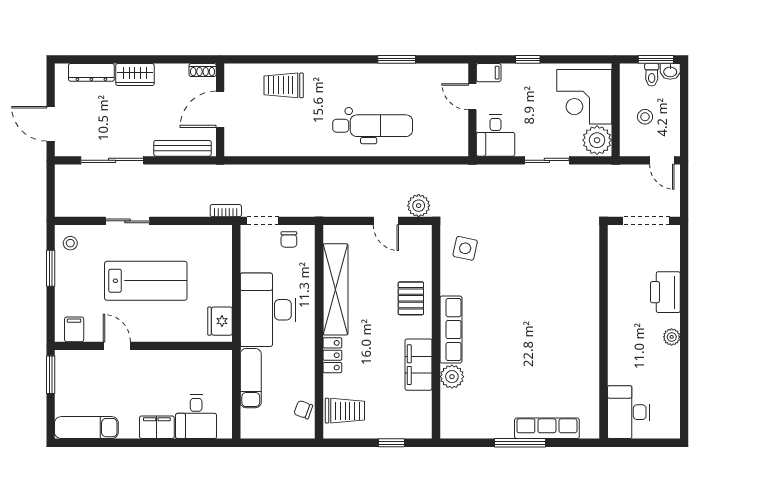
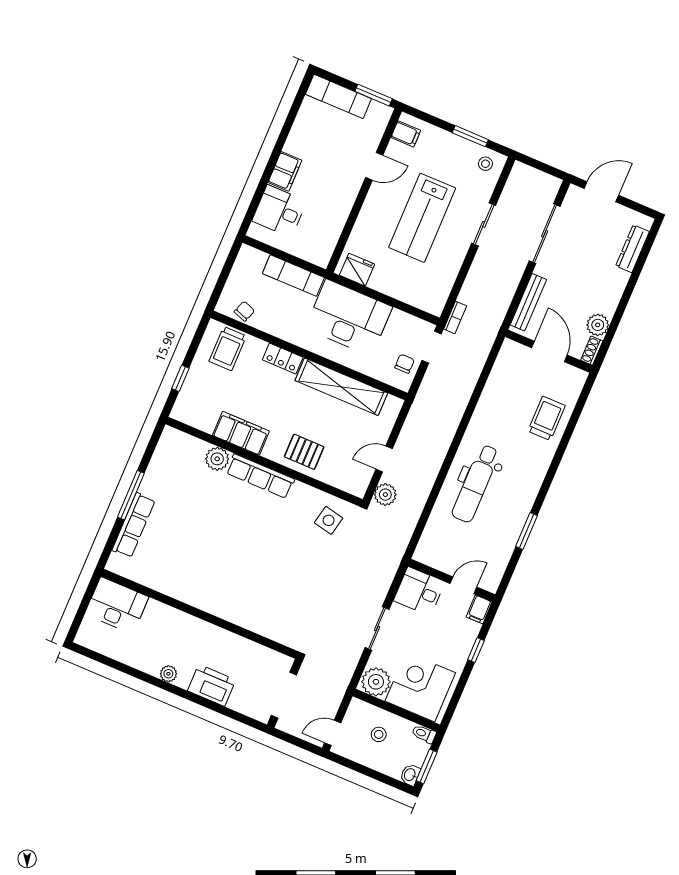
wardrobe: (135, 75) -> (614, 287), removed
plant: (176, 75) -> (598, 325), added
toilet: (652, 75) -> (424, 734), moved
chair: (289, 239) -> (405, 364), turned 90
exam couch: (86, 428) -> (338, 96), moved, turned 90

